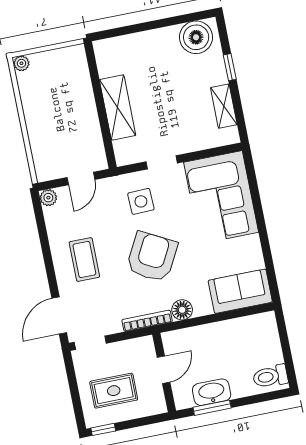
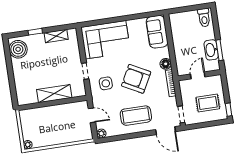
coffee table: (84, 260) -> (136, 116), width x1.36, depth x1.32
door: (164, 370) -> (198, 75), hinge flipped
rug: (114, 391) -> (208, 103), turned 90

